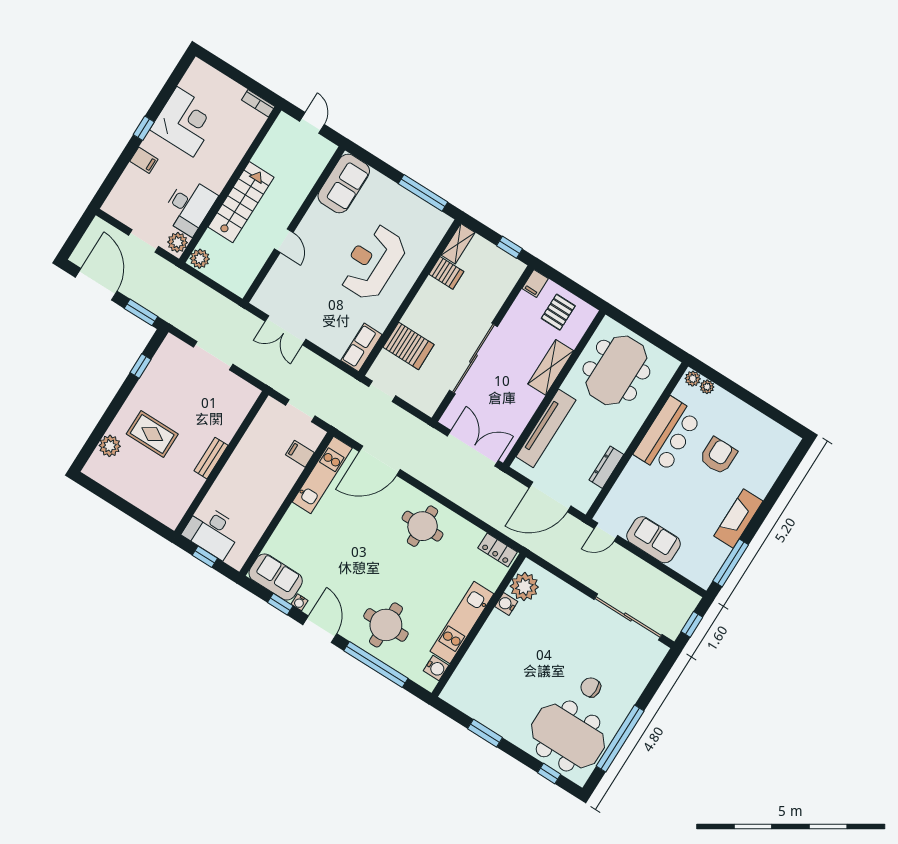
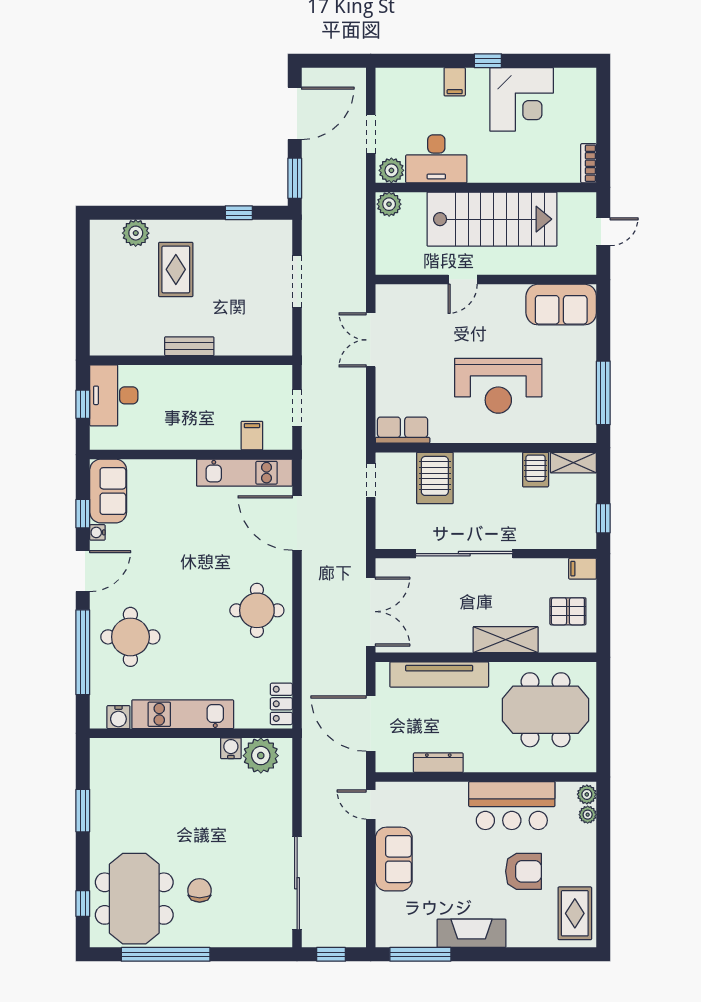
stairs: (241, 202) -> (492, 219), width x1.36, depth x1.51
reception desk: (372, 262) -> (498, 386), turned 180
rug: (770, 439) -> (575, 913), added

